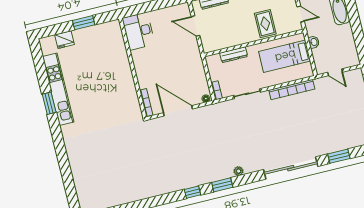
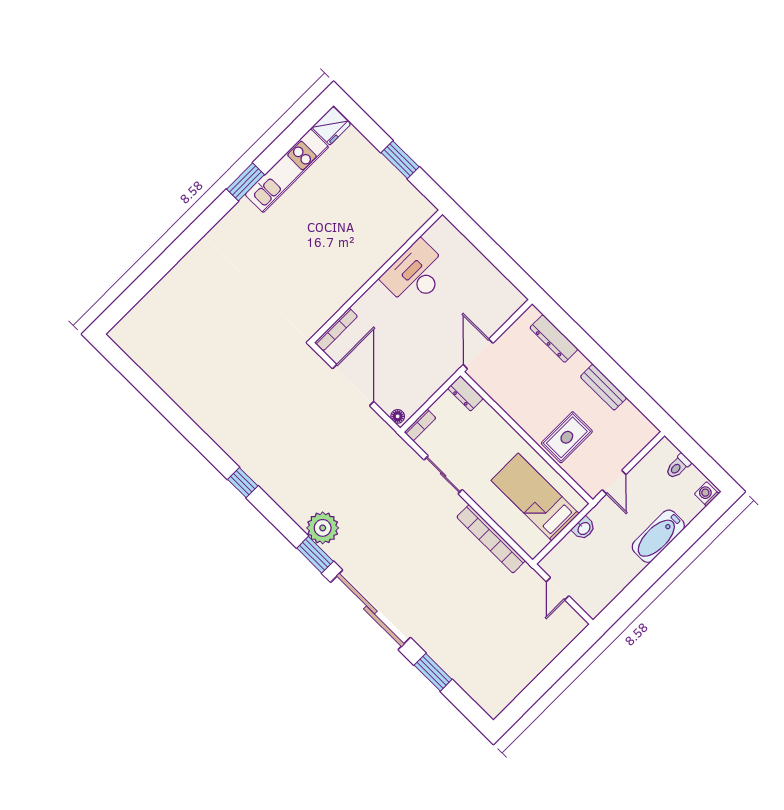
door: (196, 26) -> (478, 354), moved
desk: (139, 31) -> (416, 274), moved
fridge: (64, 40) -> (331, 126), moved, turned -90
dresser: (234, 55) -> (465, 393), moved, width x0.70
kitchen unit: (58, 89) -> (287, 171), width x0.73
plant: (239, 171) -> (323, 528), width x1.88, depth x1.88
window: (222, 185) -> (315, 555), moved

